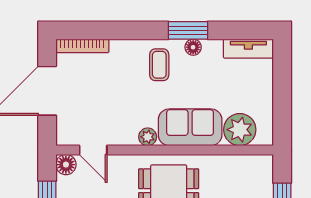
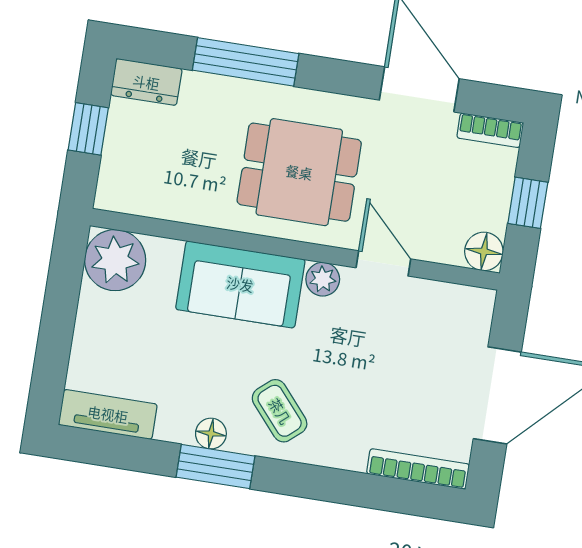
coffee table: (159, 65) -> (280, 411), turned -41
plant: (240, 130) -> (115, 260), moved
door: (93, 150) -> (383, 263), moved

